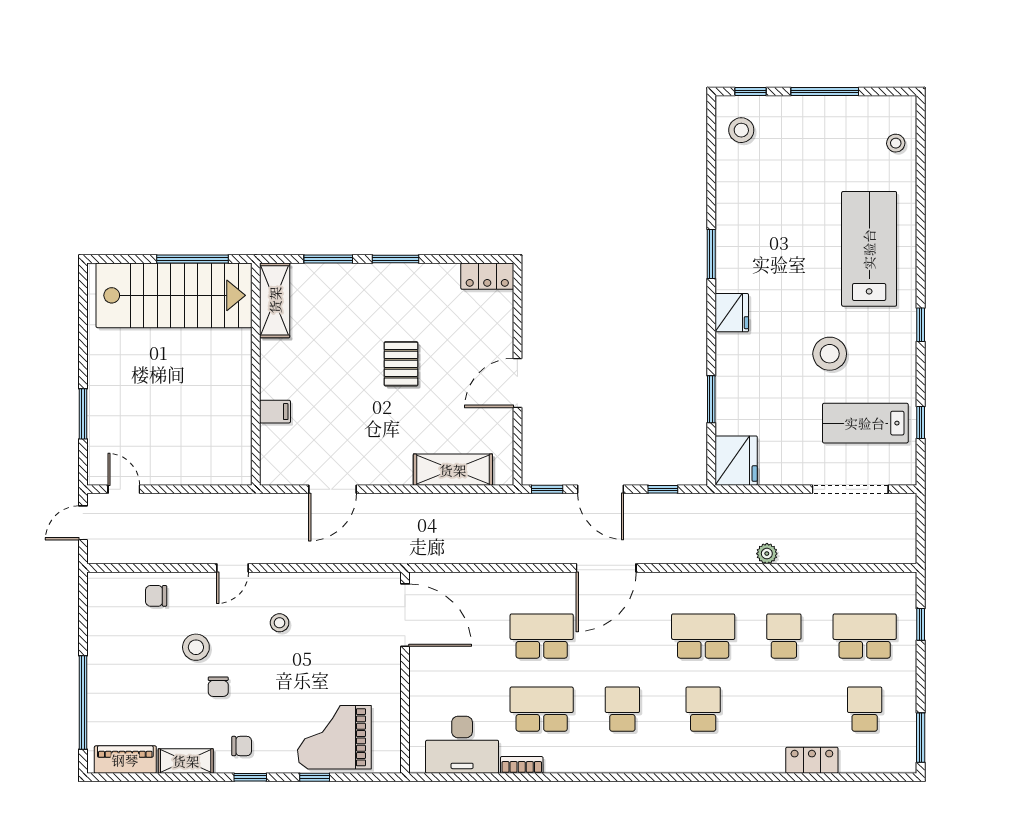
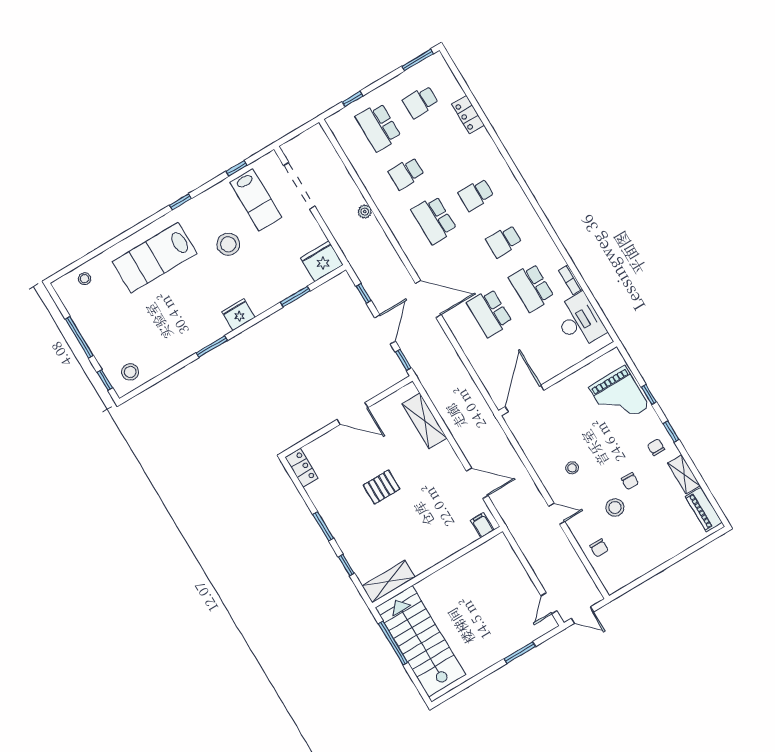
window: (328, 259) -> (346, 565), width x0.67
filing cabinet: (275, 412) -> (482, 525), moved
chair: (218, 687) -> (630, 481), turned 92
window: (83, 703) -> (686, 553), removed

